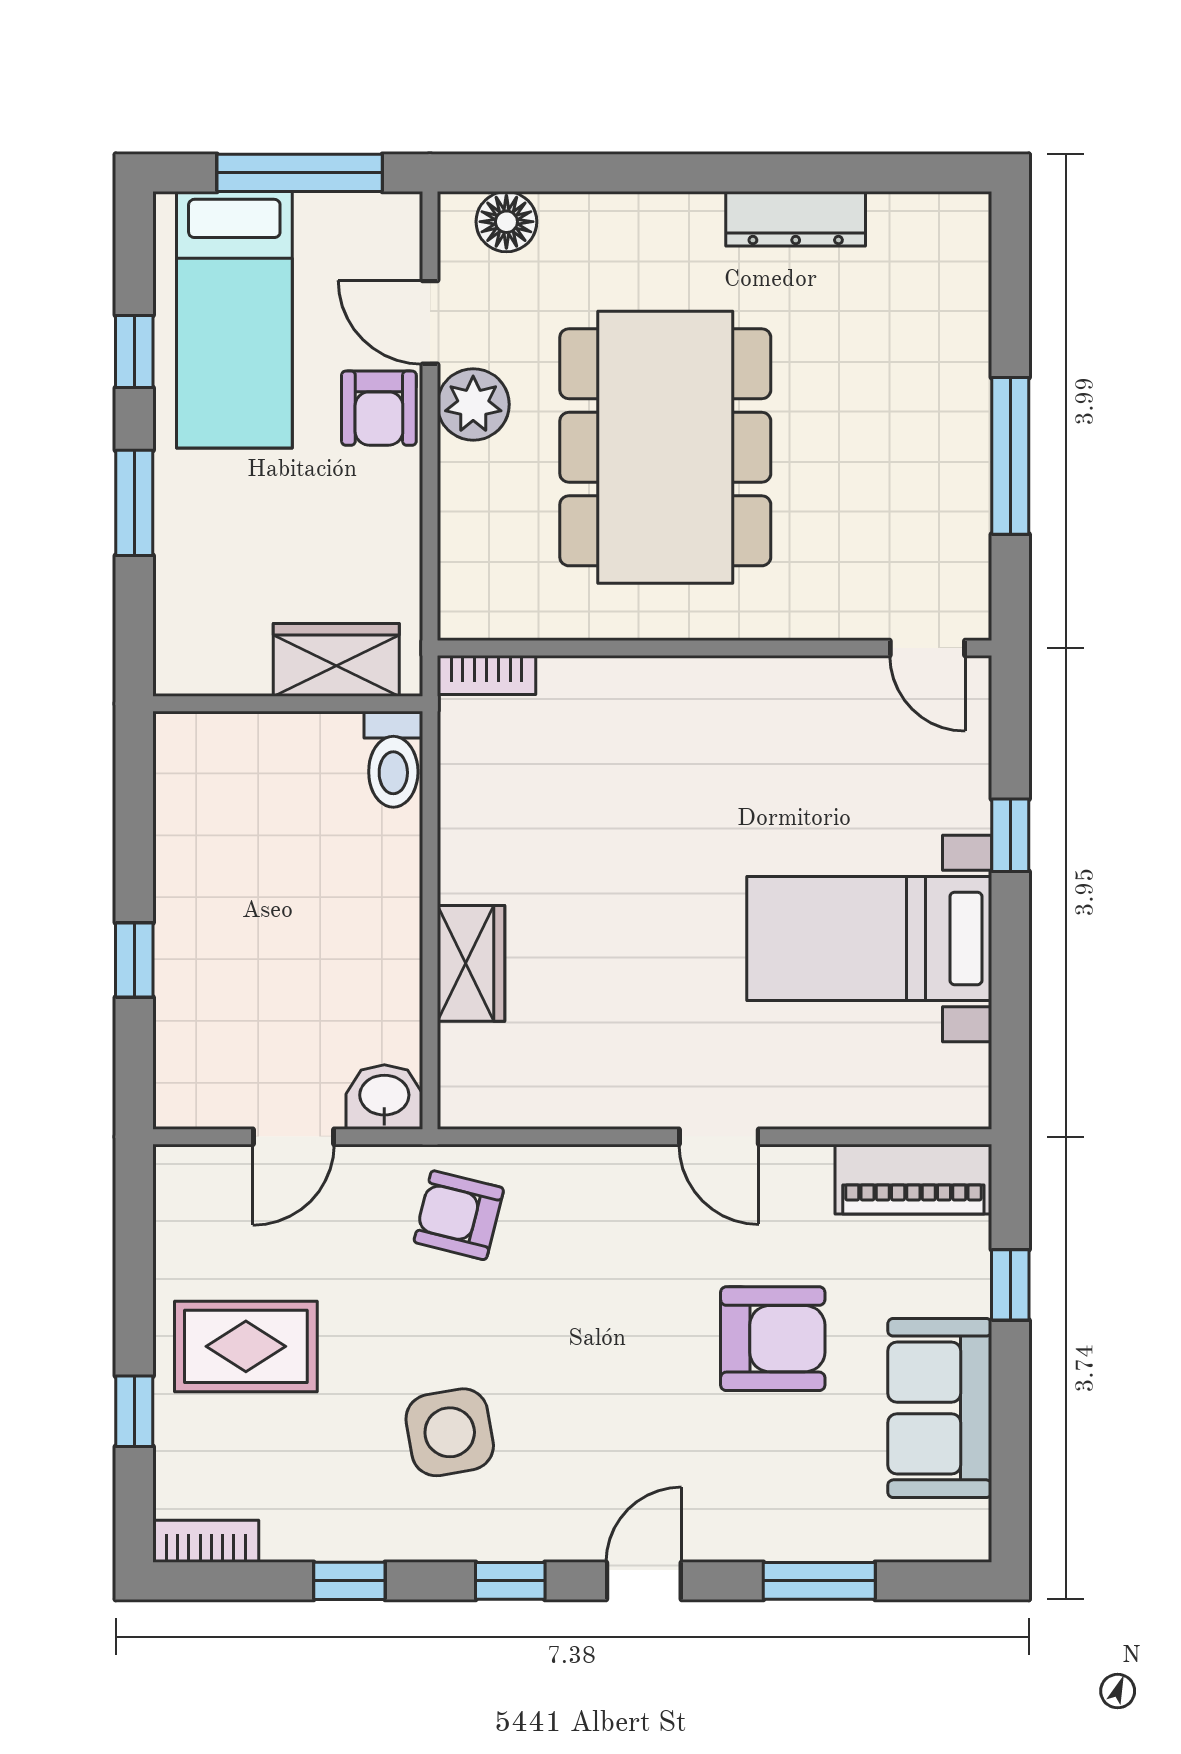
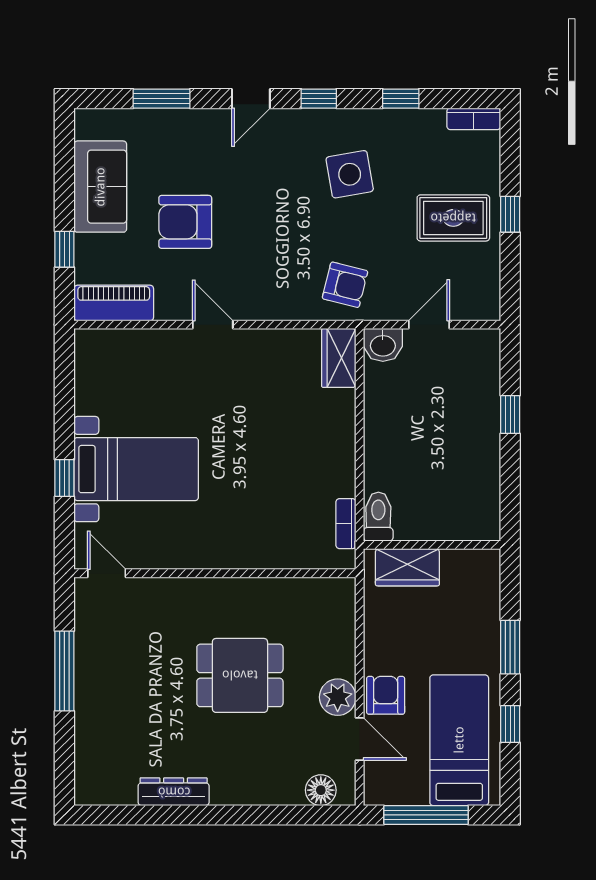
dining table: (665, 447) -> (240, 675), width x0.53, depth x0.80
bookcase: (486, 675) -> (346, 524), moved, turned -90
bed with nightstands: (869, 938) -> (136, 469), moved
wardrobe: (471, 963) -> (339, 358), moved
window: (134, 1411) -> (510, 214), moved

